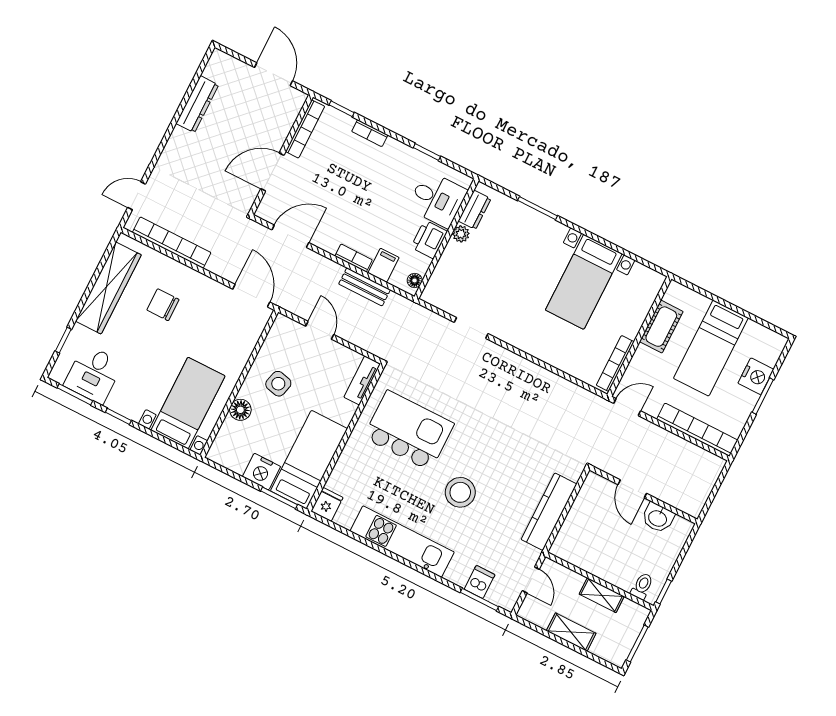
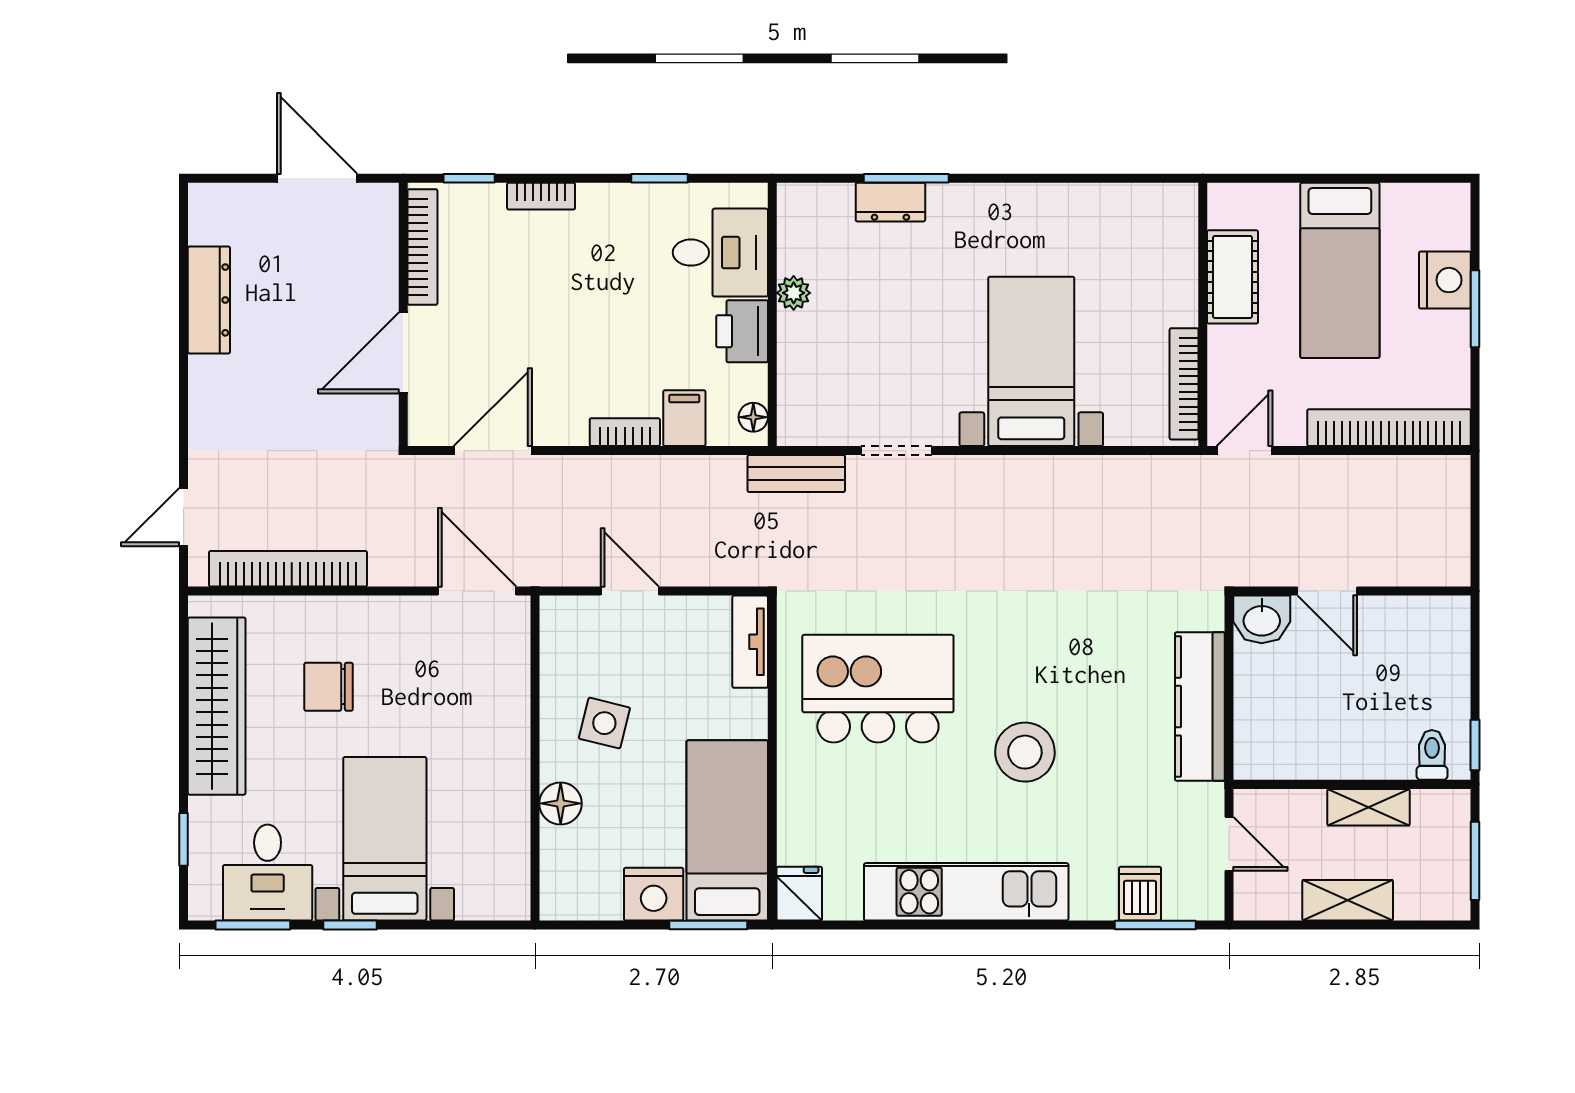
dresser: (475, 210) -> (890, 202), moved, turned 90
bed with nightstands: (584, 282) -> (1031, 361), moved, turned 180
bench: (365, 287) -> (796, 474), moved
bed with nightstands: (188, 403) -> (385, 839), moved
washbasin: (658, 518) -> (1262, 619), moved

